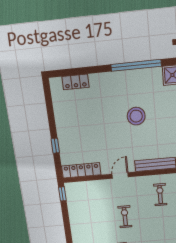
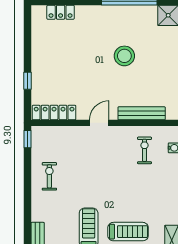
exercise bike: (125, 217) -> (49, 176), moved

